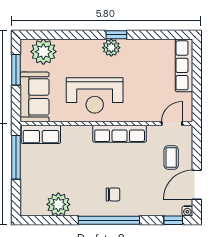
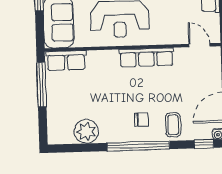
door: (172, 123) -> (199, 45), hinge flipped
coffee table: (171, 158) -> (173, 125), moved

